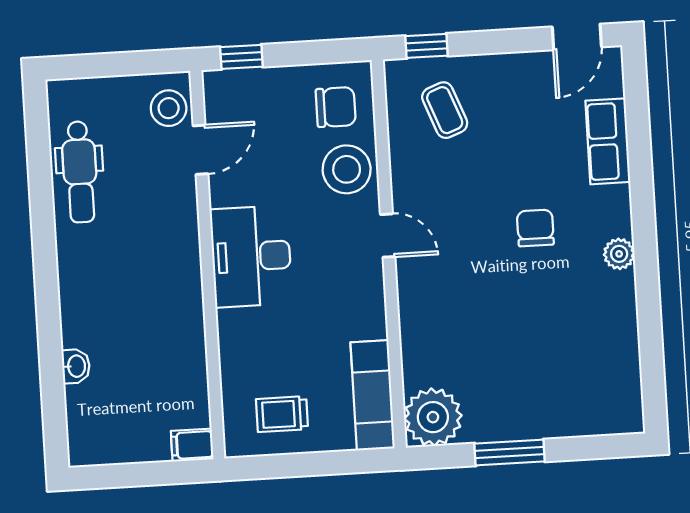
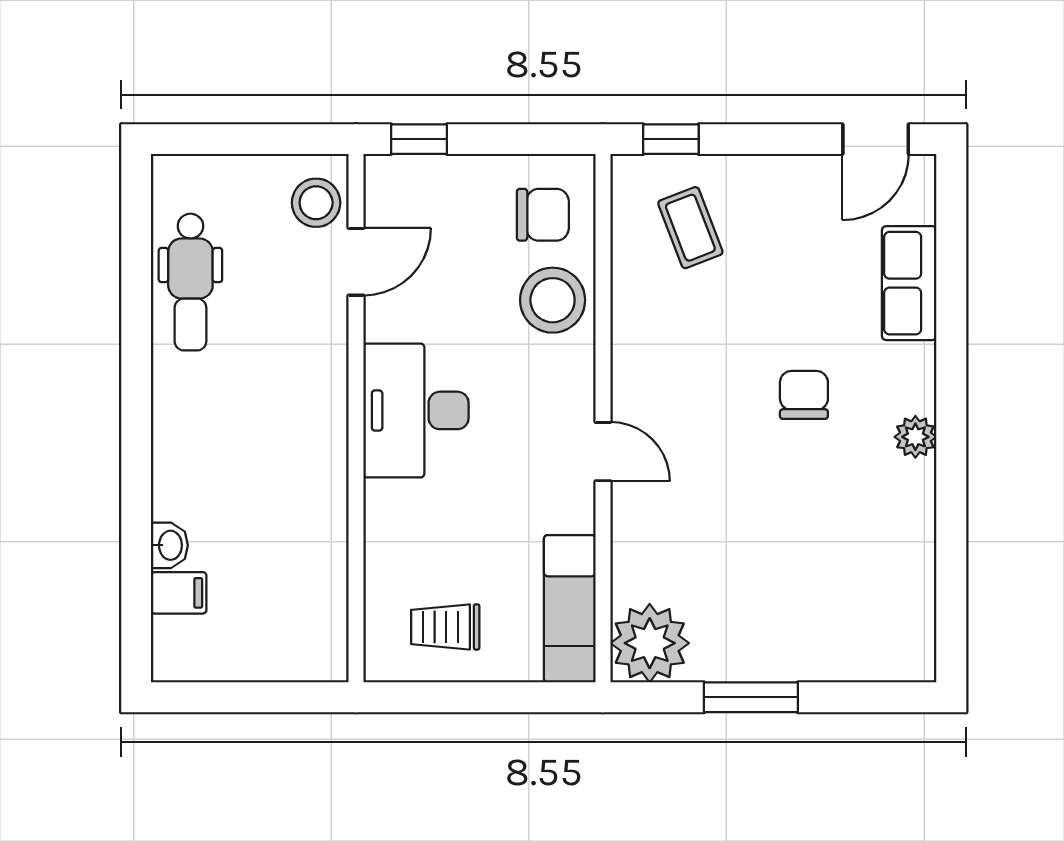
door: (388, 236) -> (603, 452), moved
filing cabinet: (192, 445) -> (179, 593), moved, turned 180

